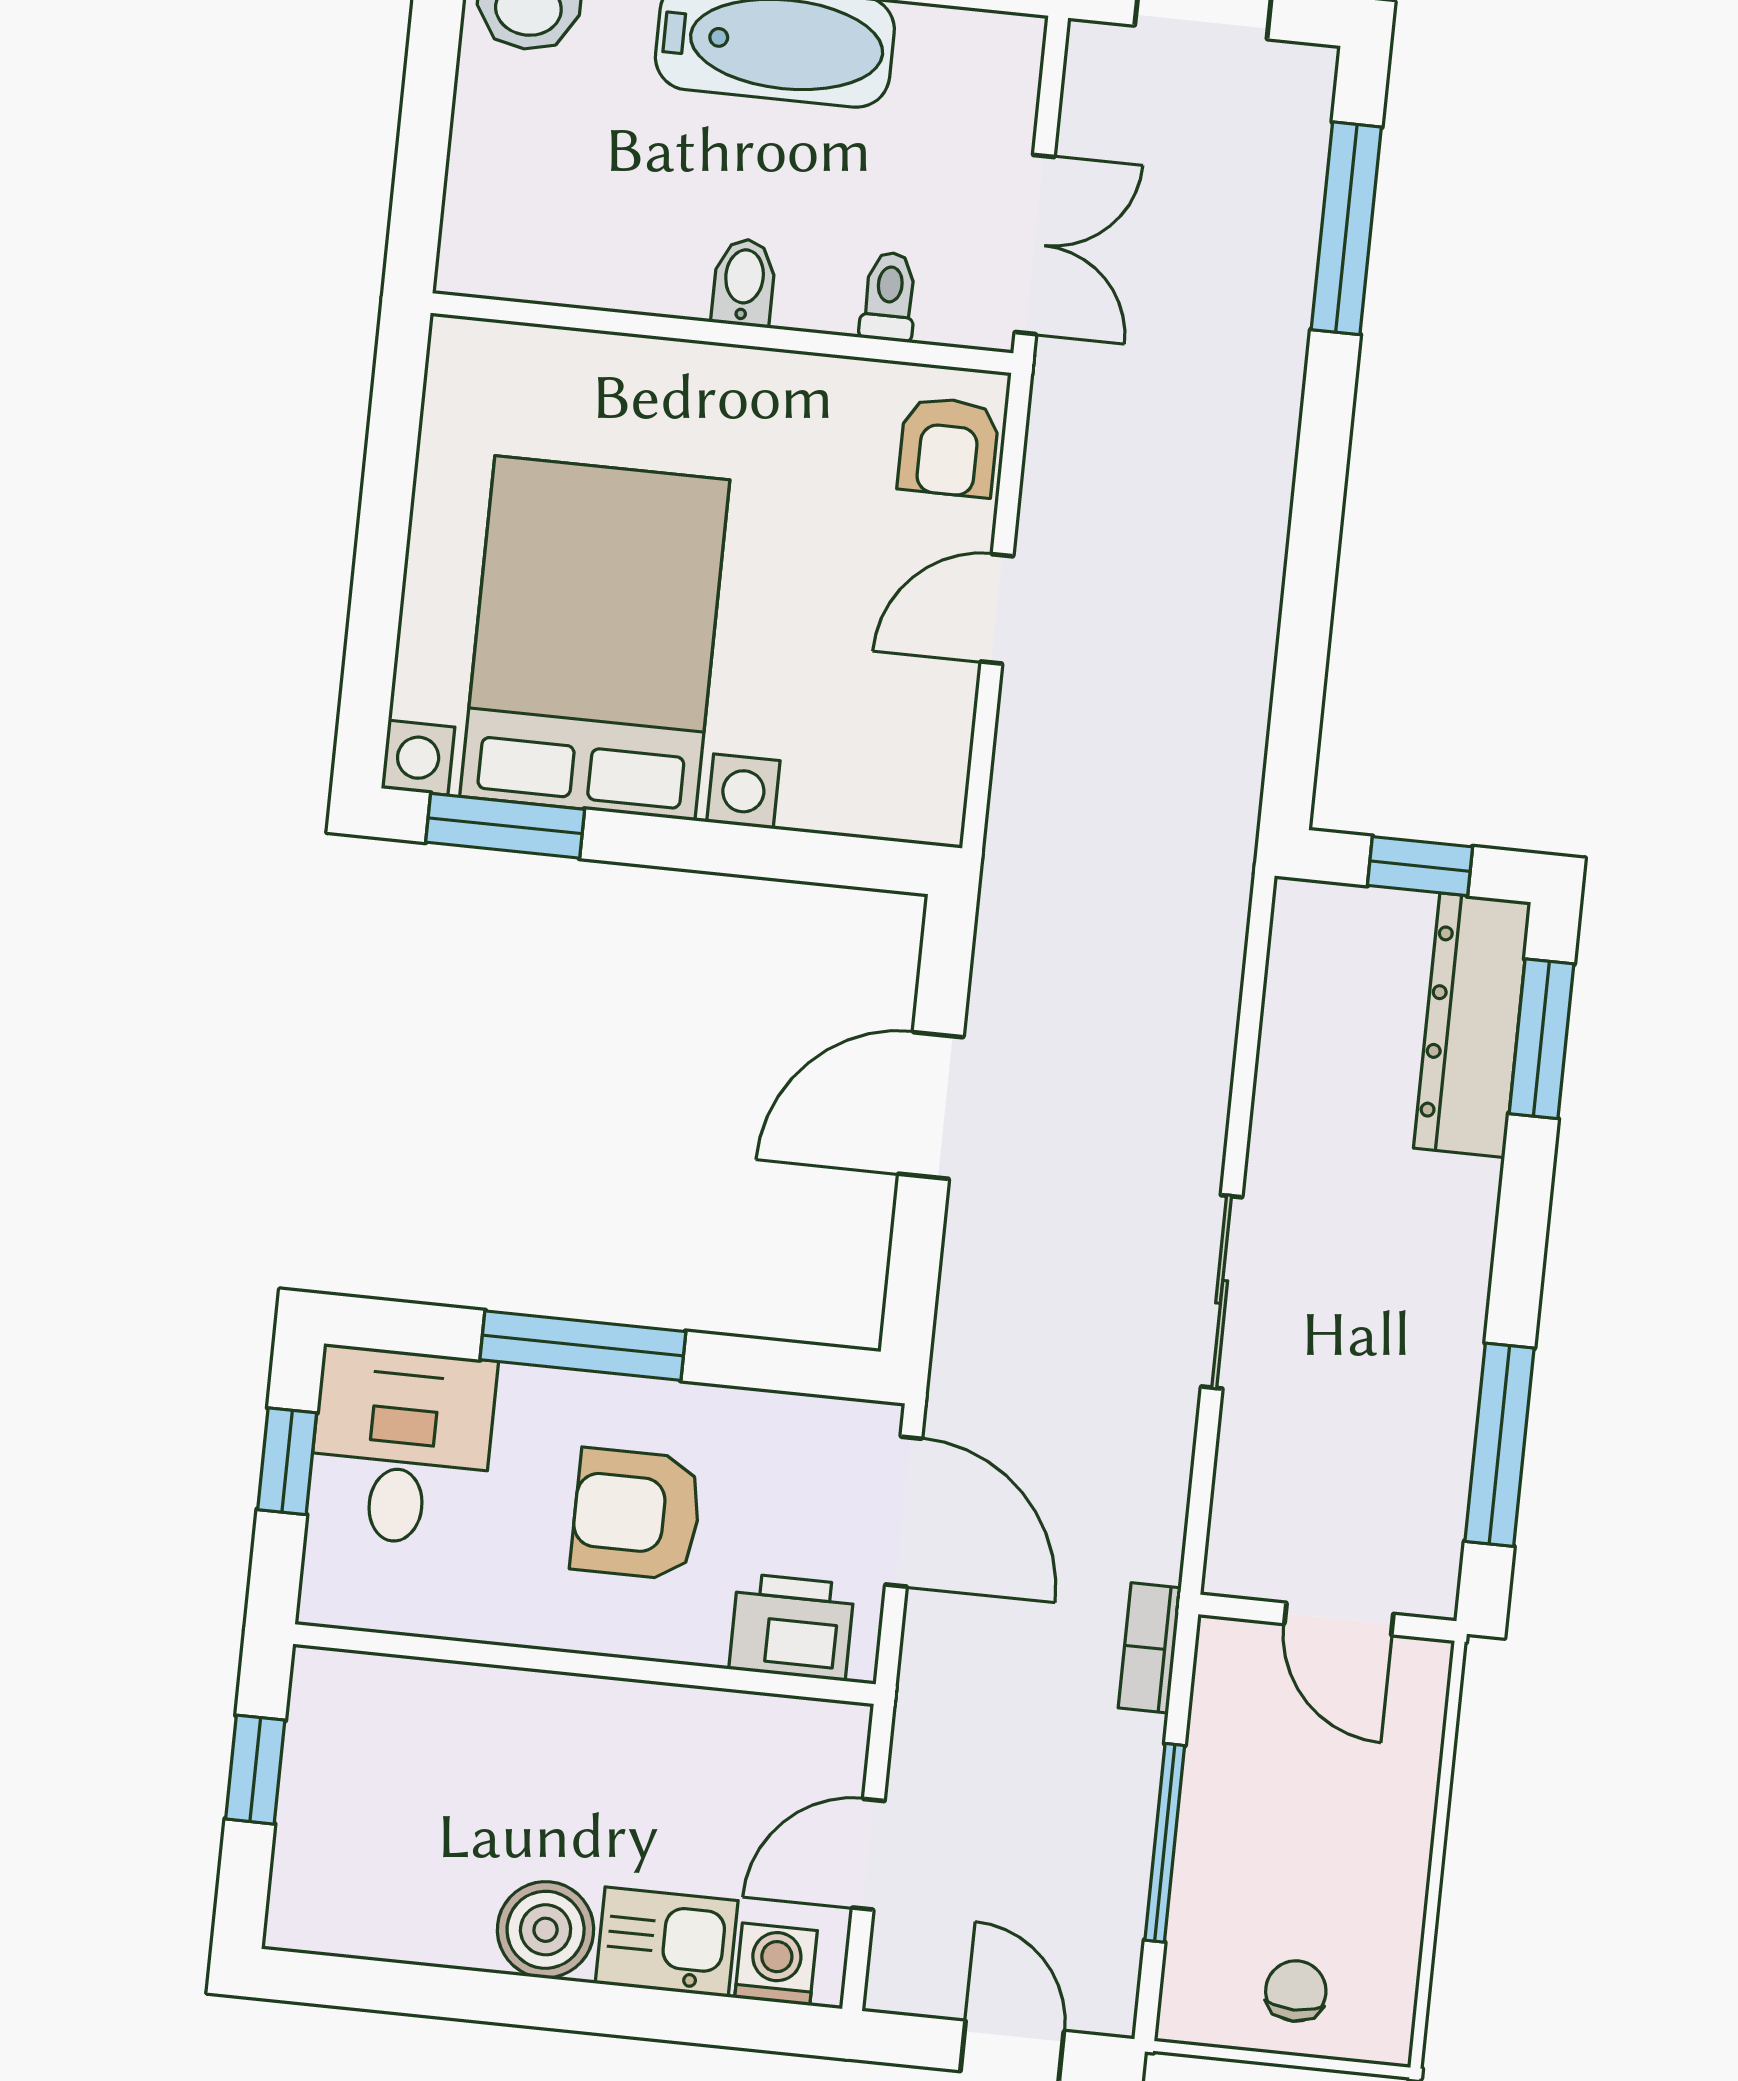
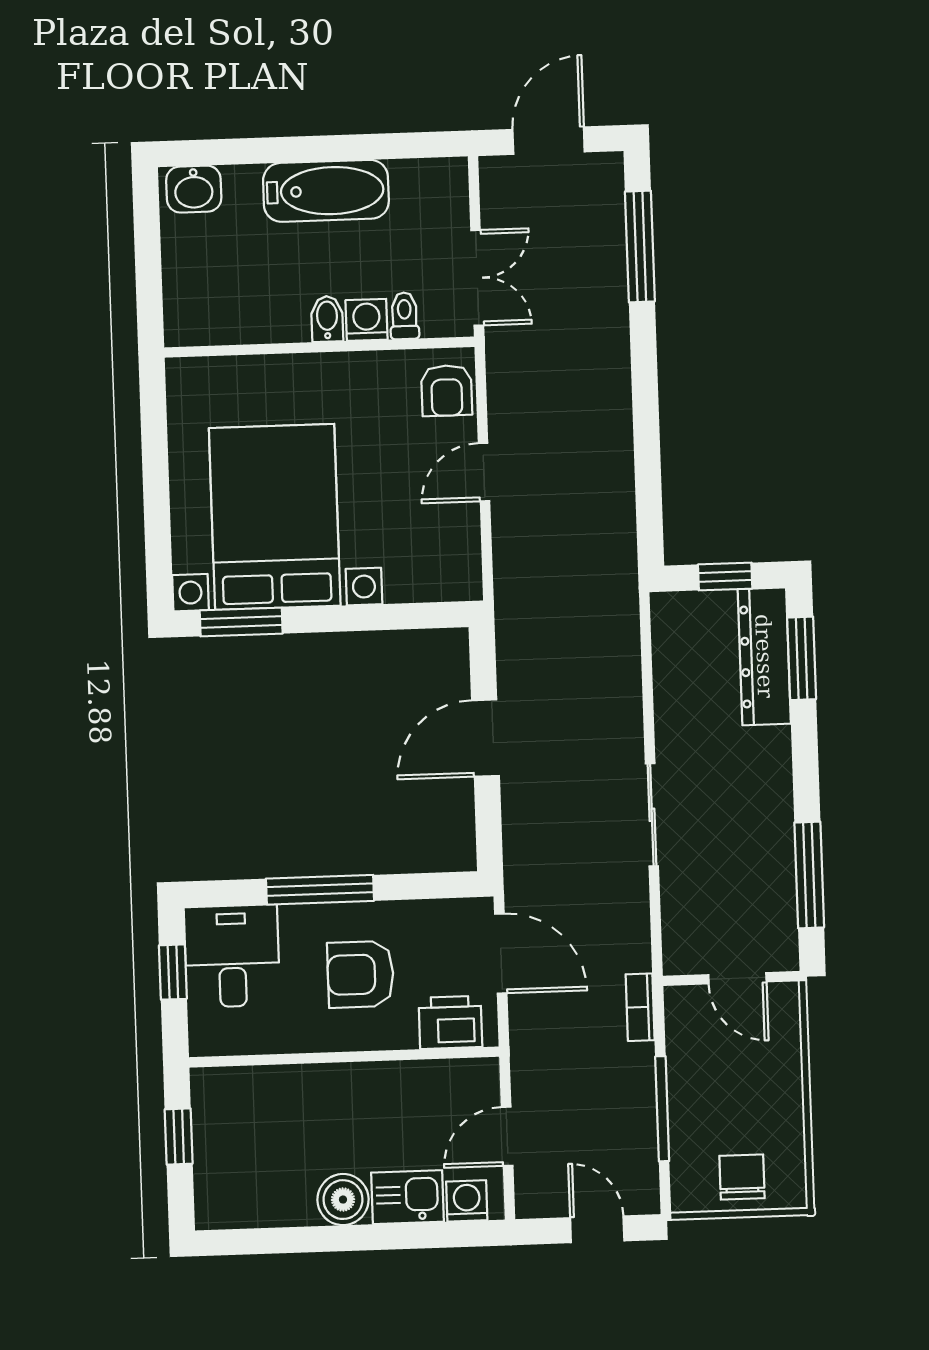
washing machine: (817, 294) -> (366, 320), added
chair: (1296, 1991) -> (742, 1177), width x1.37, depth x1.37

